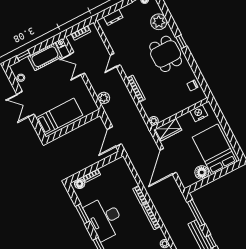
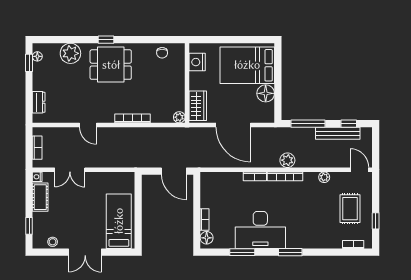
cot: (45, 57) -> (40, 197), width x0.73, depth x0.75
plant: (104, 98) -> (287, 160), moved

